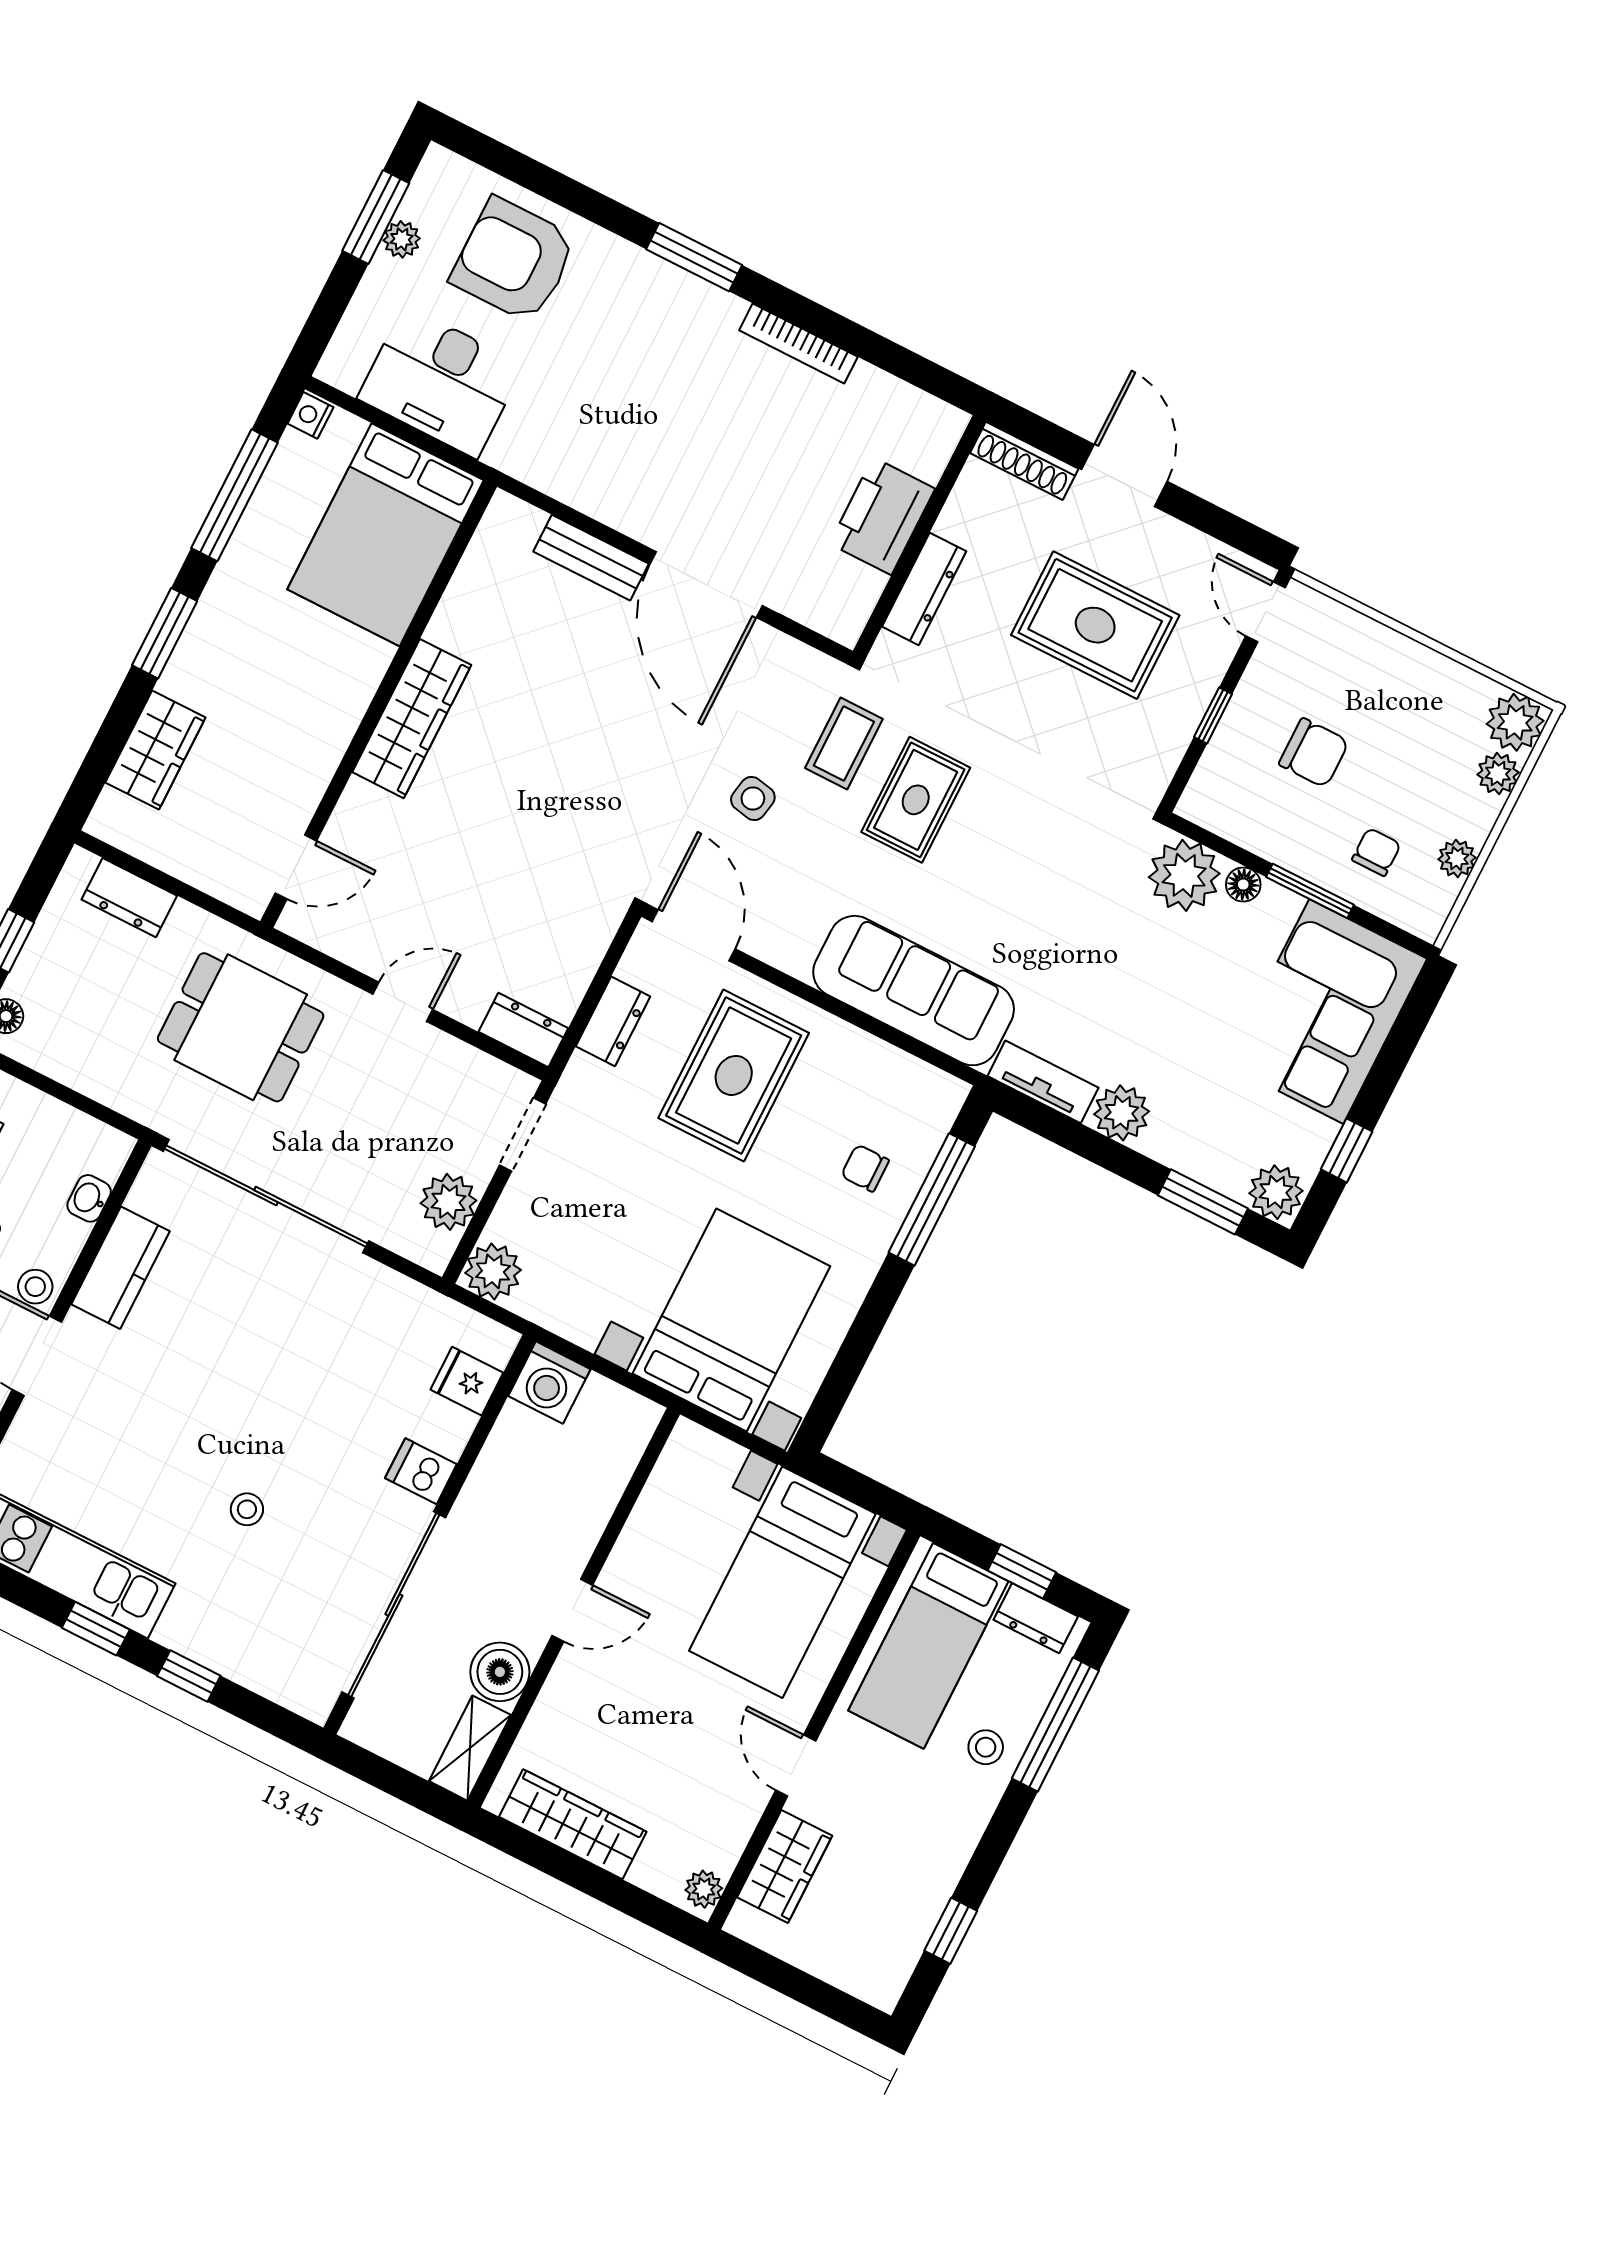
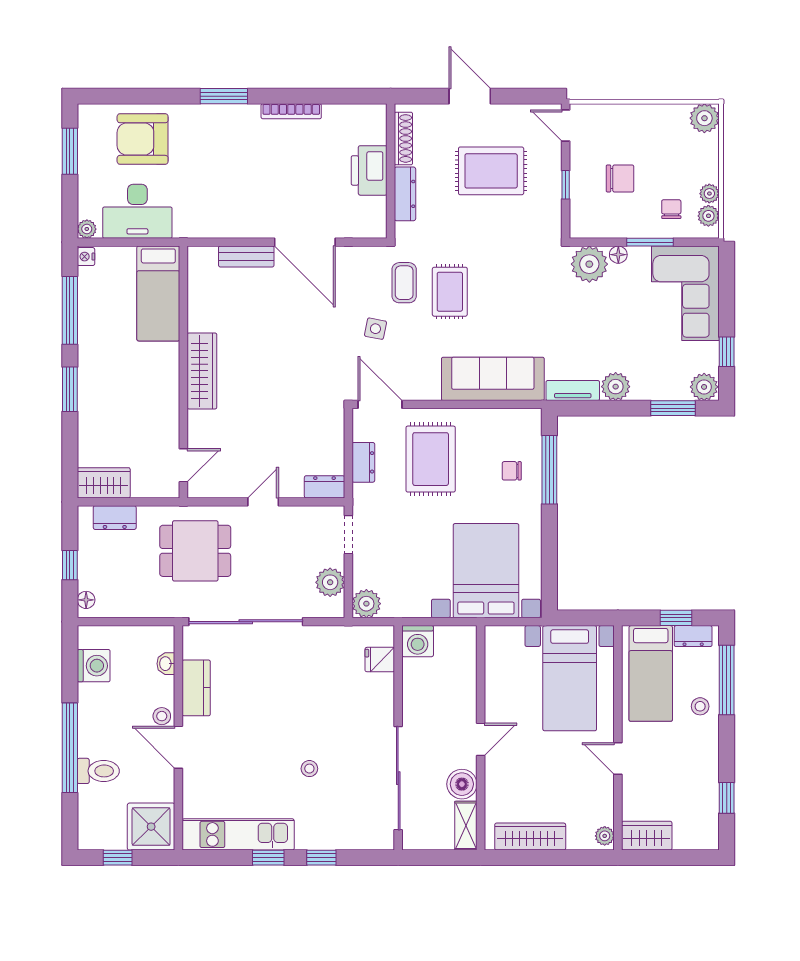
plant: (402, 239) -> (87, 229), moved
shoe rack: (1024, 461) -> (403, 138), moved, turned -90
bed: (386, 535) -> (158, 293), width x0.67
wardrobe: (155, 750) -> (104, 483), moved, turned -90
plant: (1498, 774) -> (708, 216), moved
dishwasher: (421, 1471) -> (380, 711), removed
wardrobe: (785, 1867) -> (647, 836), moved, turned -90

